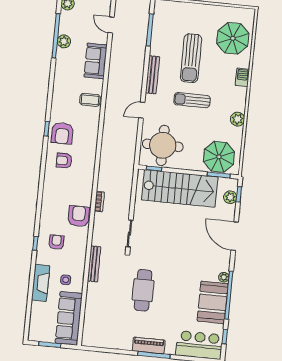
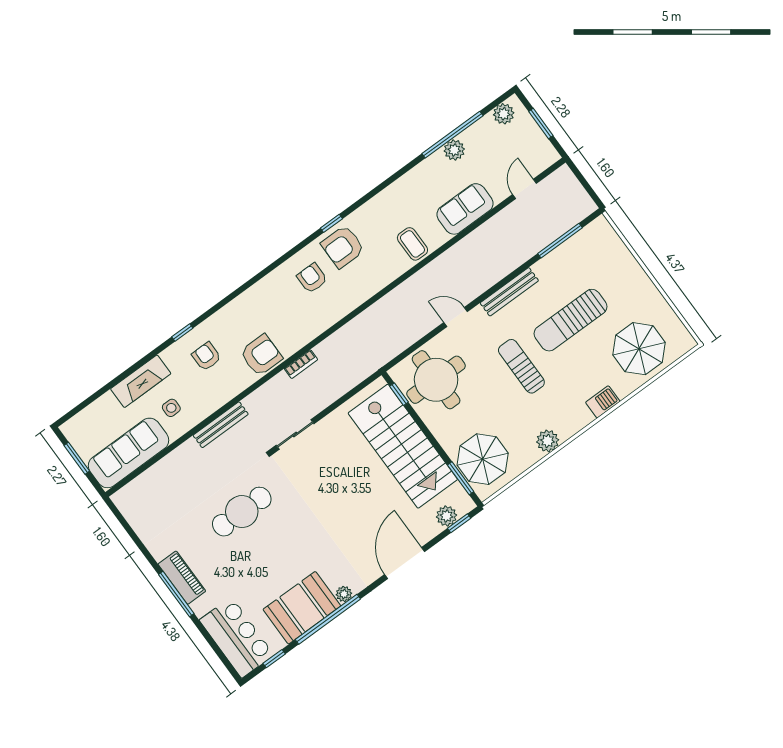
armchair: (56, 242) -> (206, 356), turned -90

